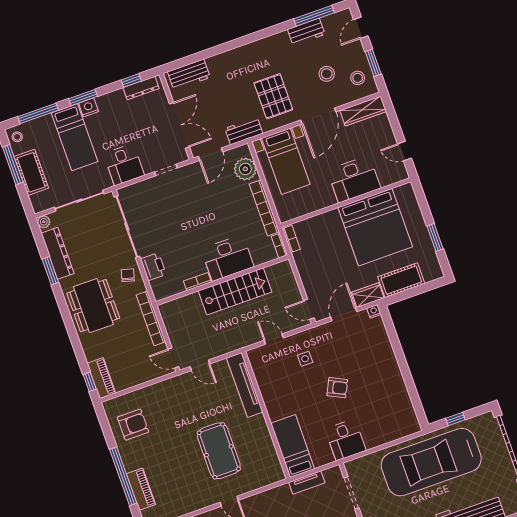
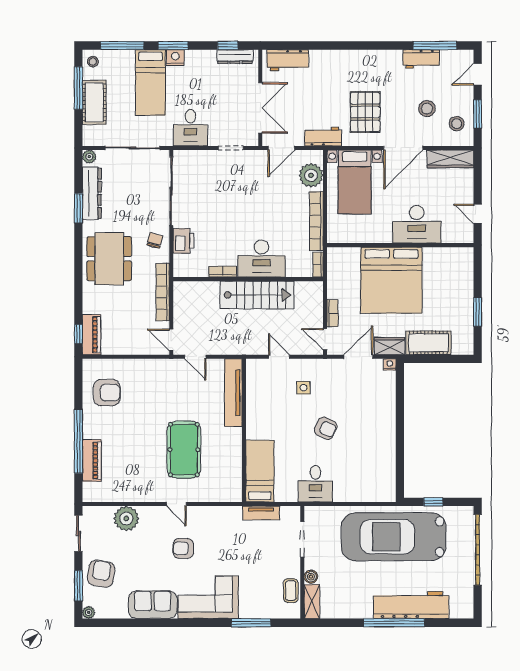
bed: (375, 227) -> (391, 280), moved
bookcase: (291, 239) -> (332, 313), moved

